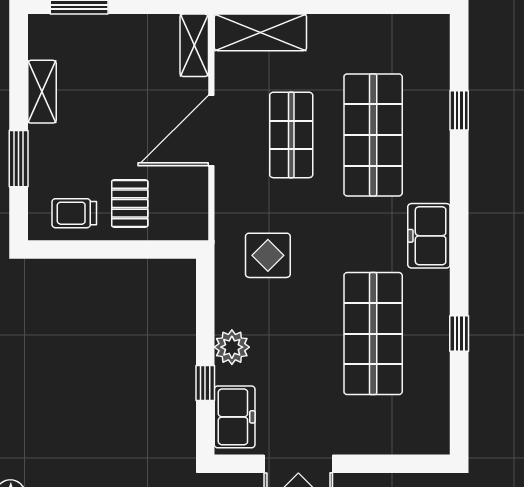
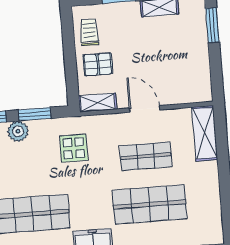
shelving: (194, 45) -> (97, 103), moved
door: (211, 131) -> (145, 109), width x0.73
window: (205, 316) -> (35, 114), added

